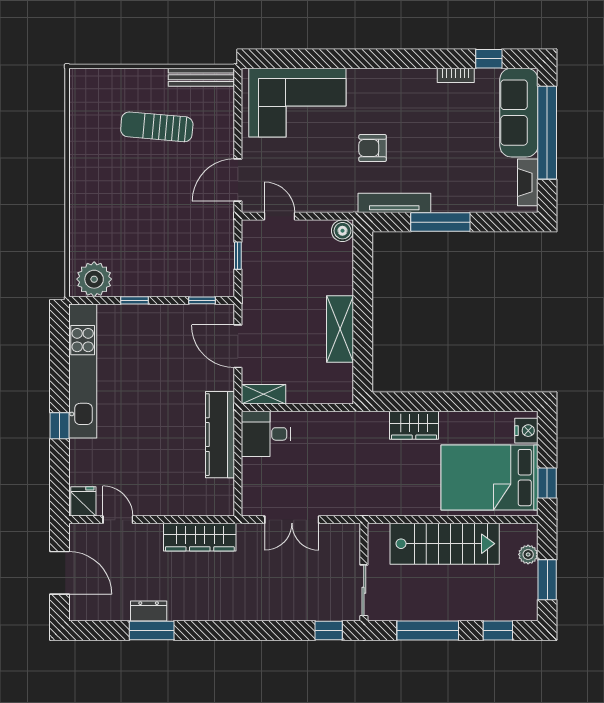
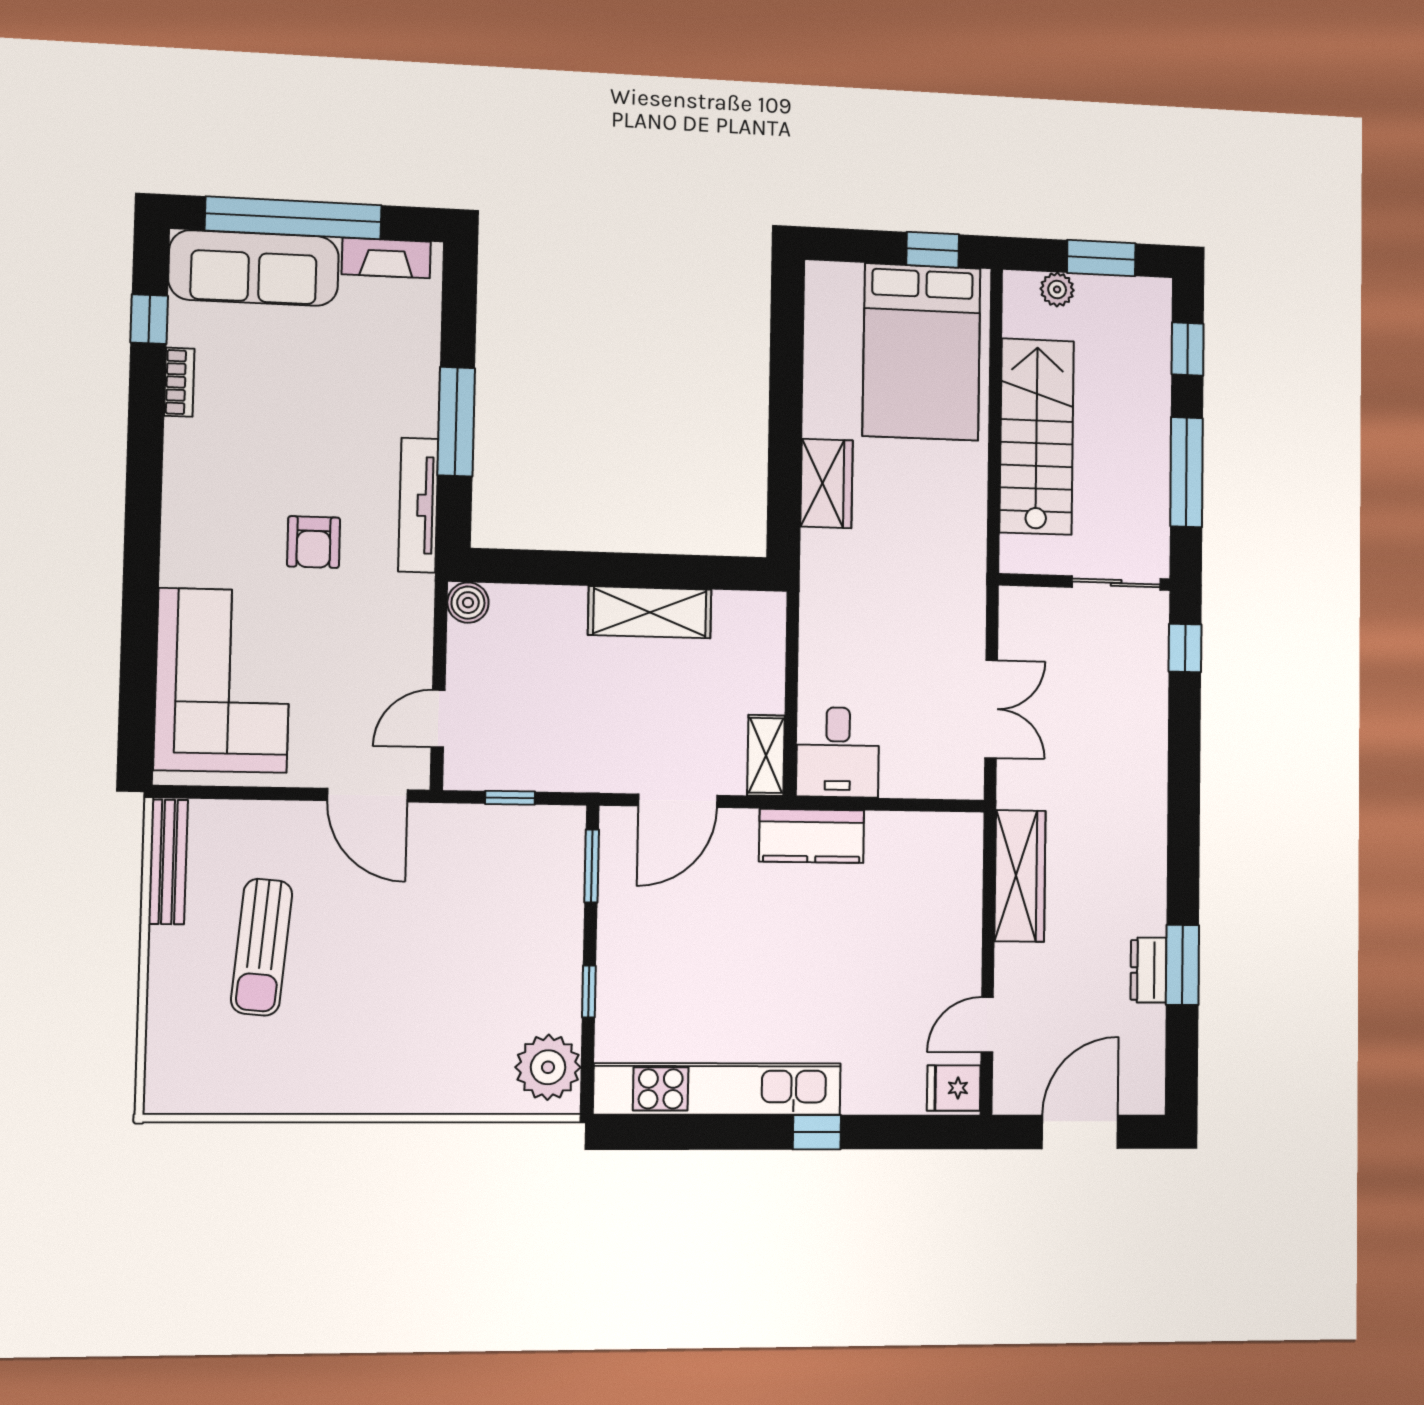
window: (202, 300) -> (592, 866), width x1.50
nightstand: (526, 431) -> (839, 282), removed
kitchen counter: (220, 435) -> (812, 836), width x0.67

